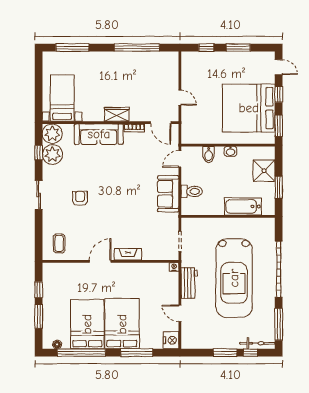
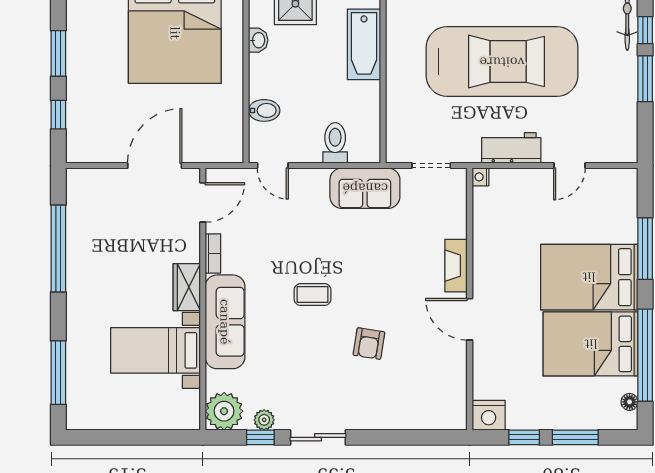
bed with nightstands: (62, 98) -> (155, 350), moved
door: (180, 98) -> (155, 166), width x1.87
washbasin: (230, 151) -> (258, 40), moved
plant: (52, 155) -> (264, 420), width x0.53, depth x0.53
sofa: (168, 194) -> (365, 188), moved
sliding door: (39, 195) -> (318, 437), moved
armchair: (80, 198) -> (369, 344), moved, turned -81
coffee table: (59, 243) -> (313, 295), moved
nightstand: (171, 340) -> (489, 415), moved, turned 180

